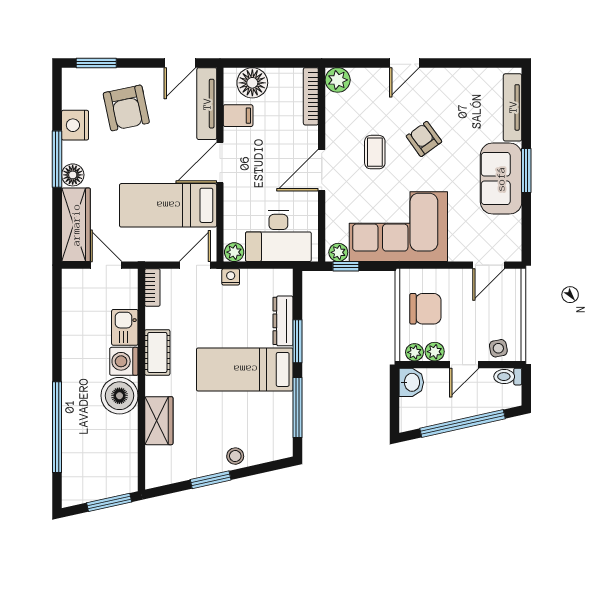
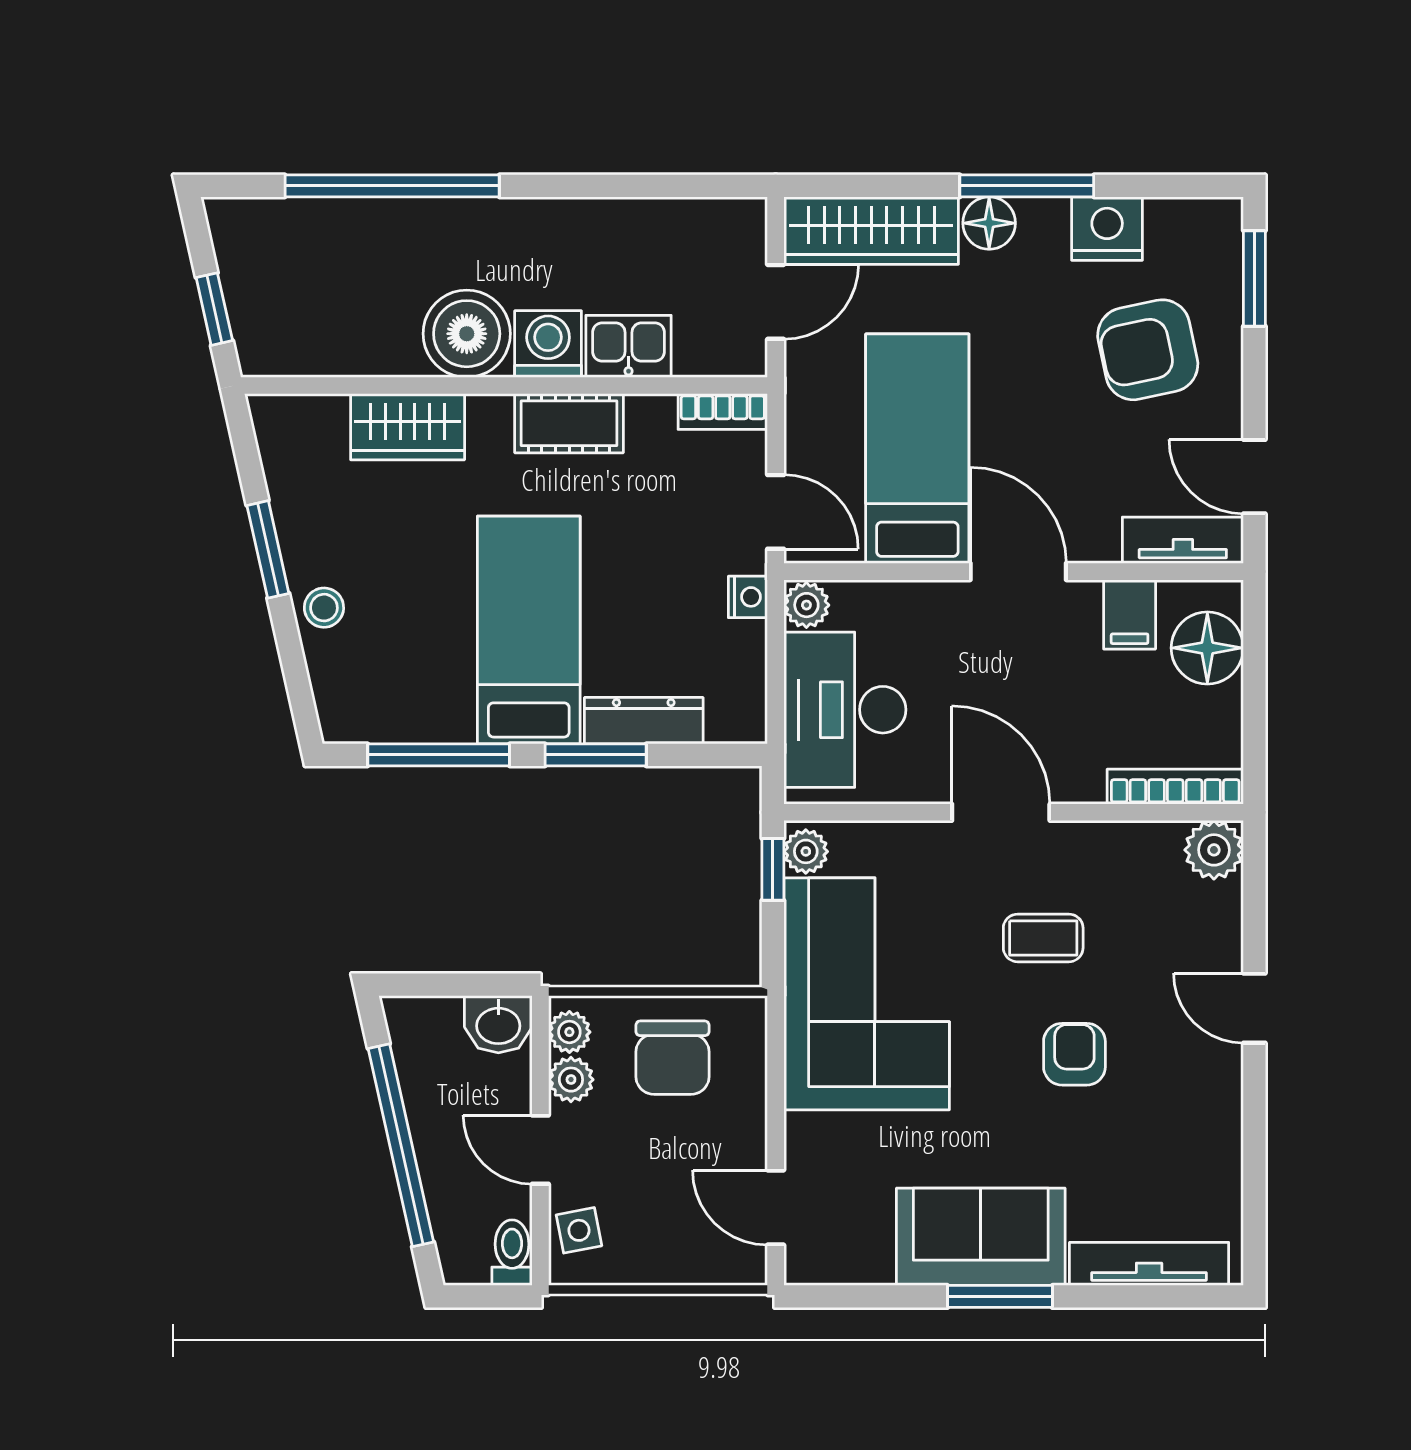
tv unit: (207, 104) -> (1183, 540), width x0.71
armchair: (424, 139) -> (1074, 1054), turned -54
window: (109, 502) -> (214, 309), width x0.67

